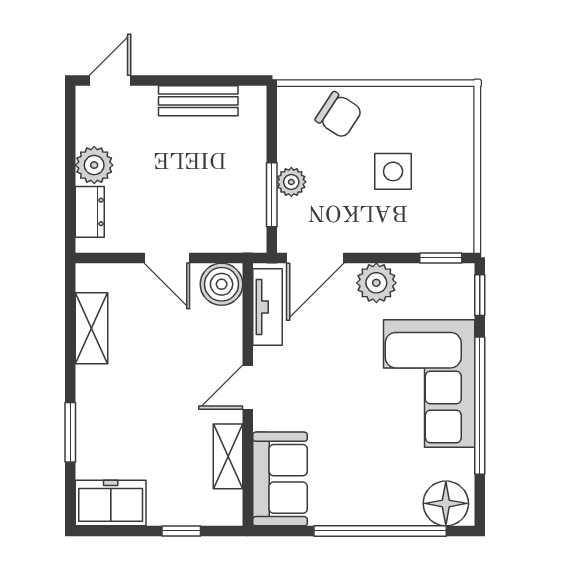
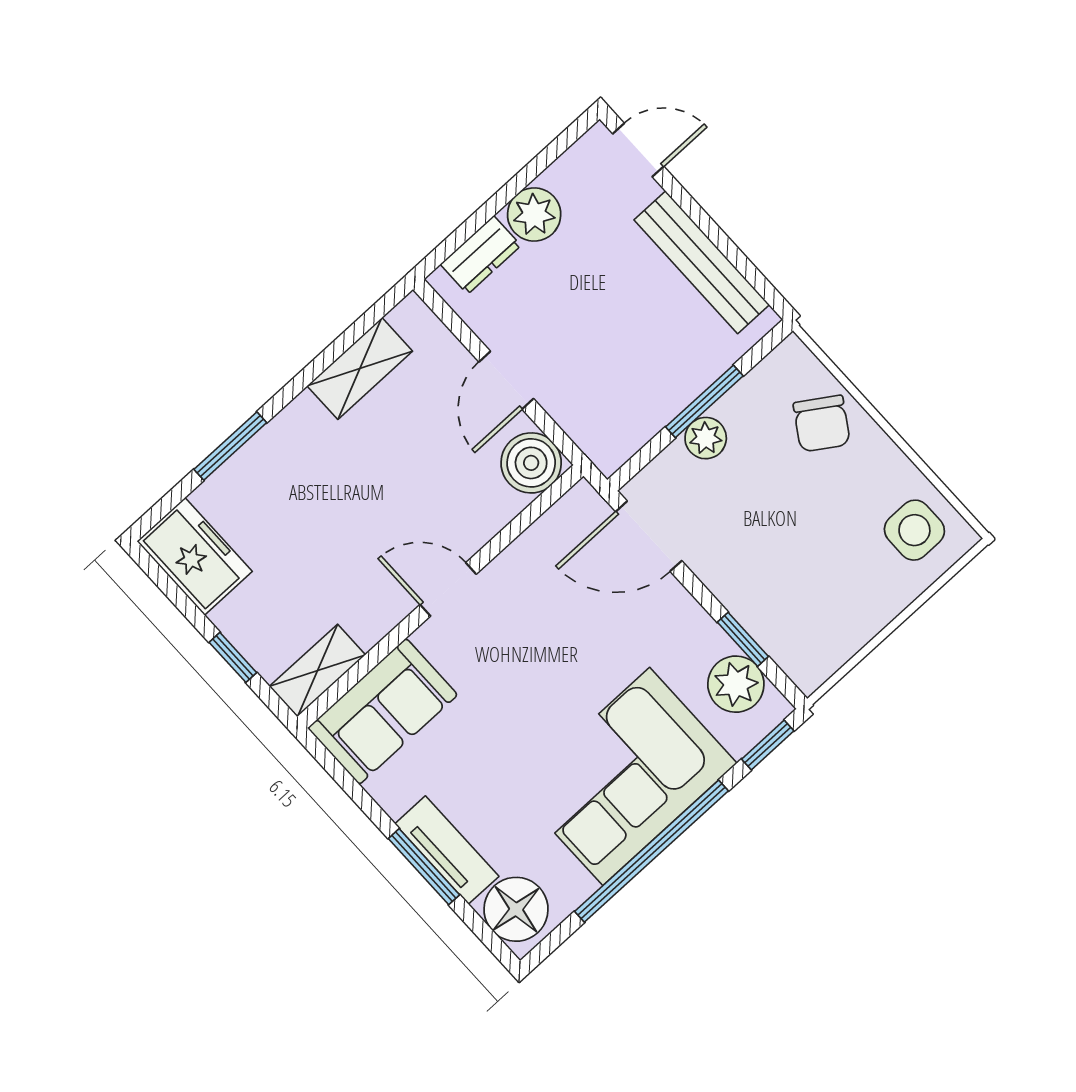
bench: (198, 101) -> (702, 262), width x1.36
side table: (393, 171) -> (914, 530), moved
window: (272, 195) -> (704, 401), moved
window: (441, 258) -> (743, 639), moved
plant: (376, 283) -> (736, 684), moved
tv unit: (268, 307) -> (447, 850), moved, turned -90
shelving: (228, 456) -> (317, 671), moved
window: (380, 531) -> (424, 867), width x0.47

